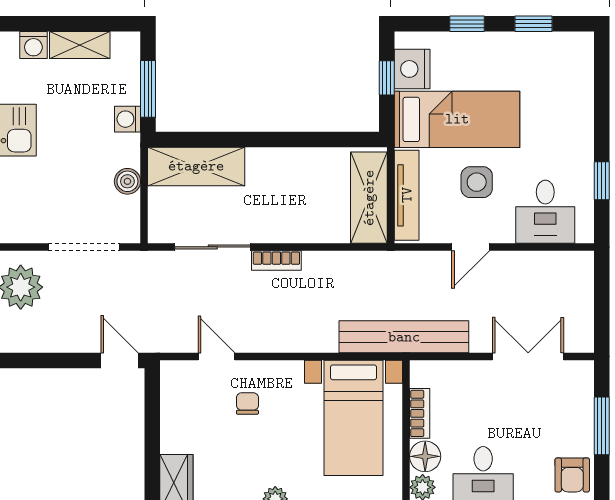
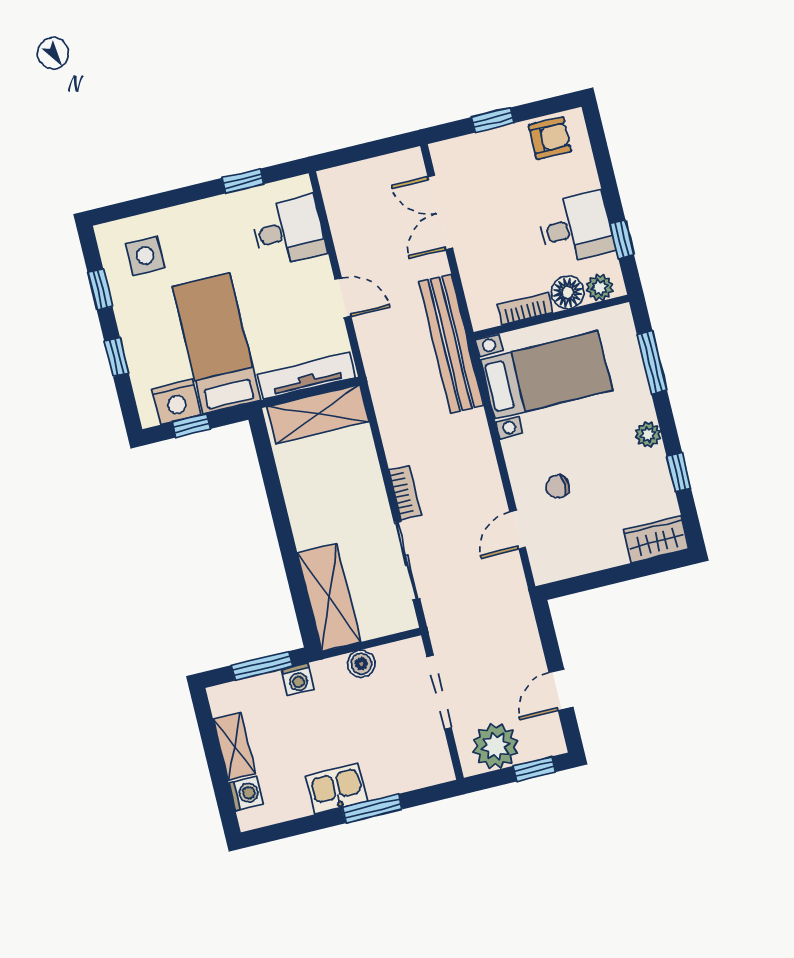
side table: (477, 182) -> (145, 256), moved
door: (120, 361) -> (561, 690), moved
window: (602, 426) -> (493, 120), width x0.67

